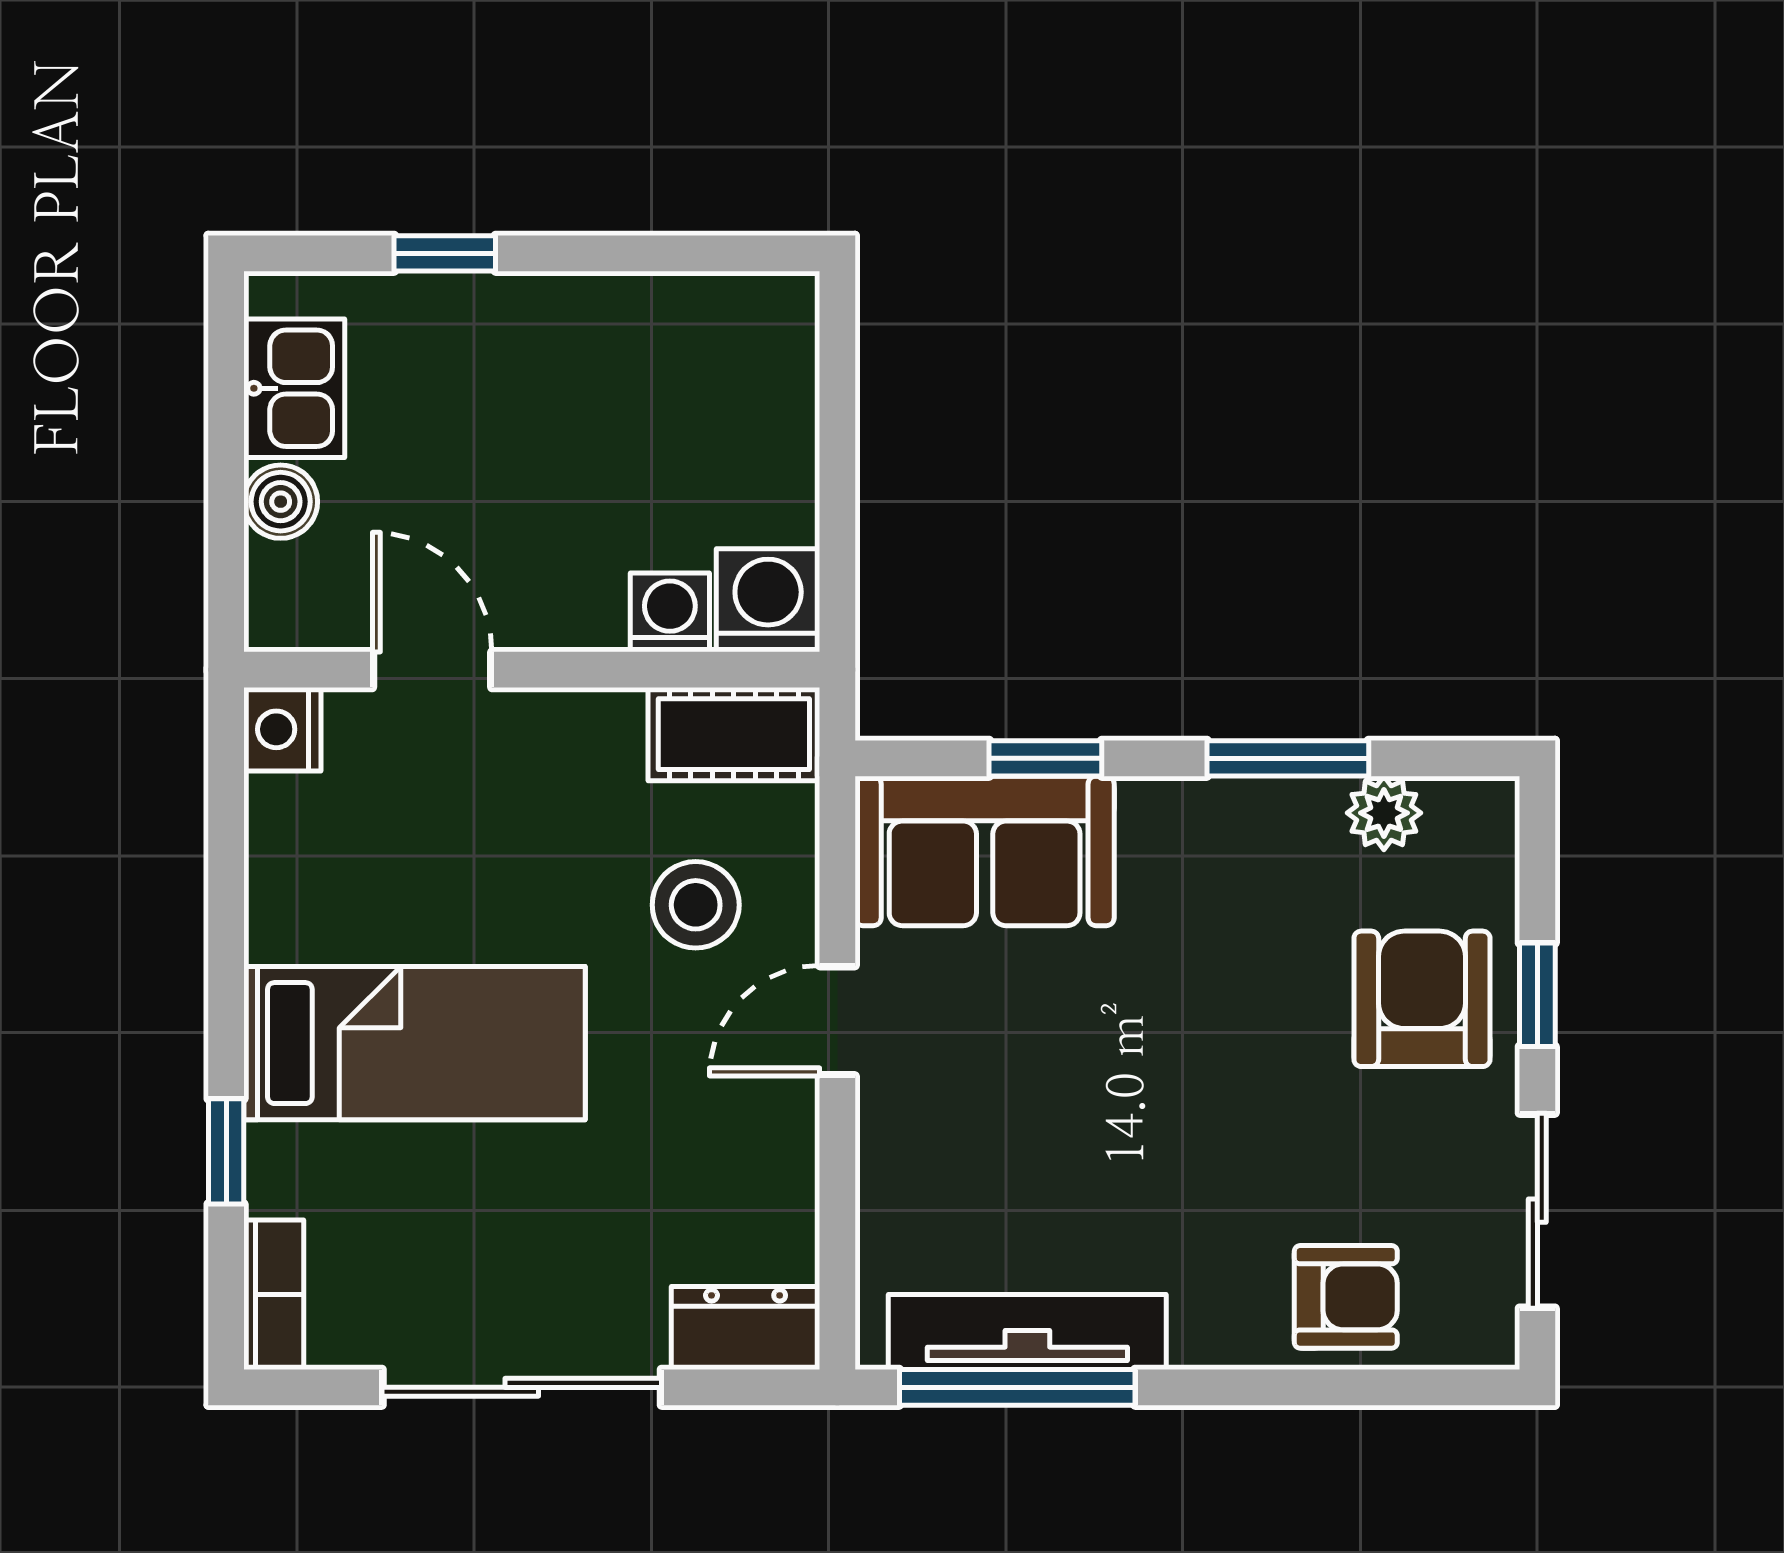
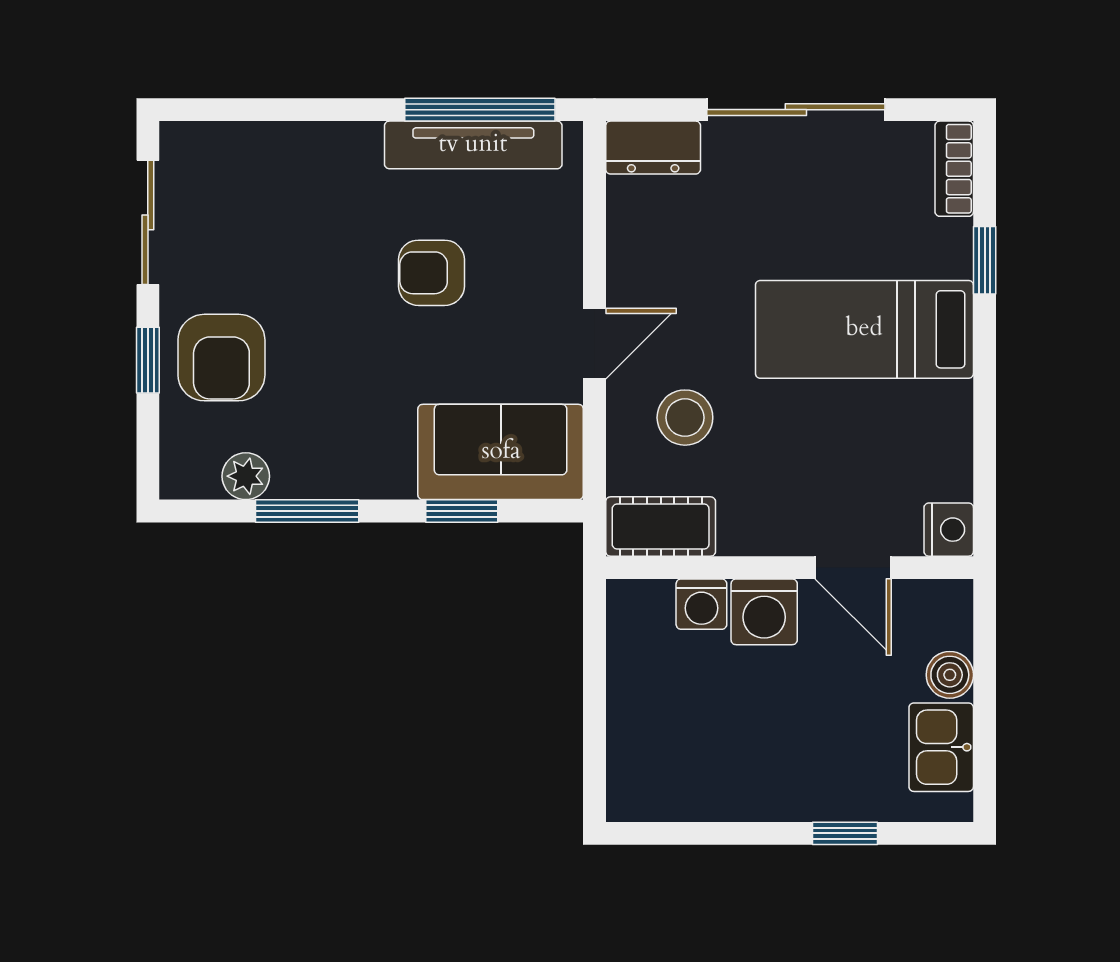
washing machine: (768, 600) -> (764, 612), moved
armchair: (1346, 1297) -> (431, 273), moved

